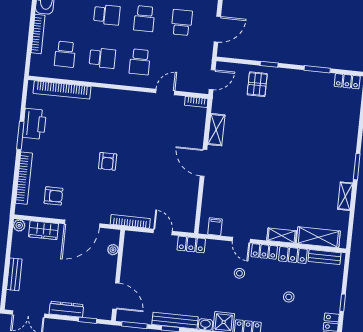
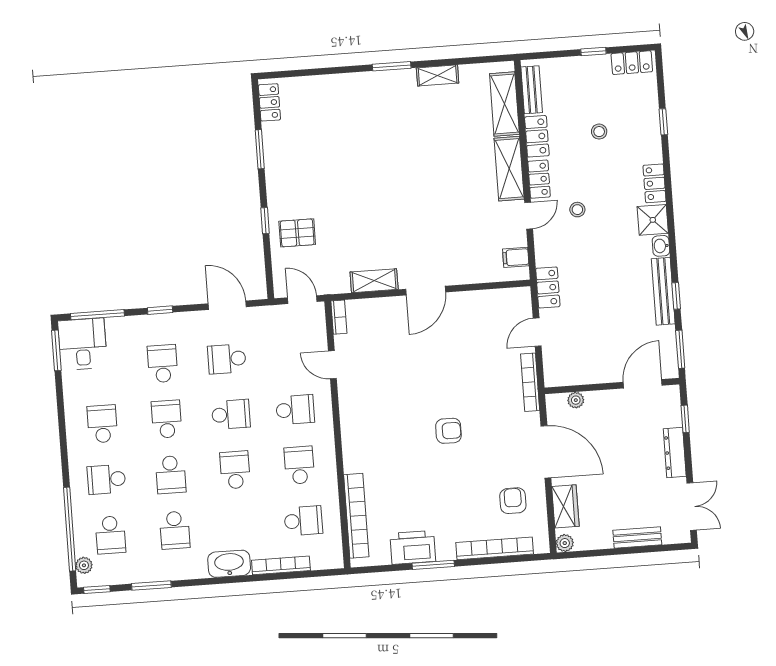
shelving: (282, 236) -> (509, 169), width x1.50, depth x1.33

